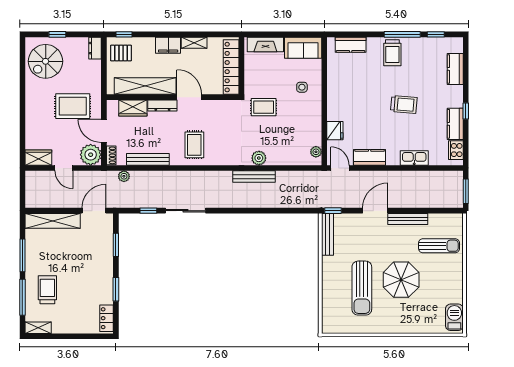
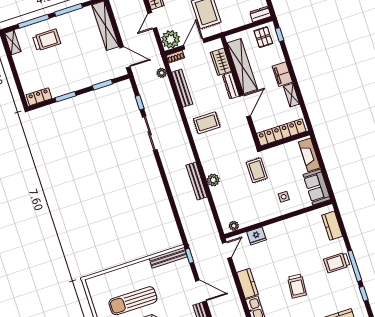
kitchen counter: (370, 157) -> (247, 283), moved

